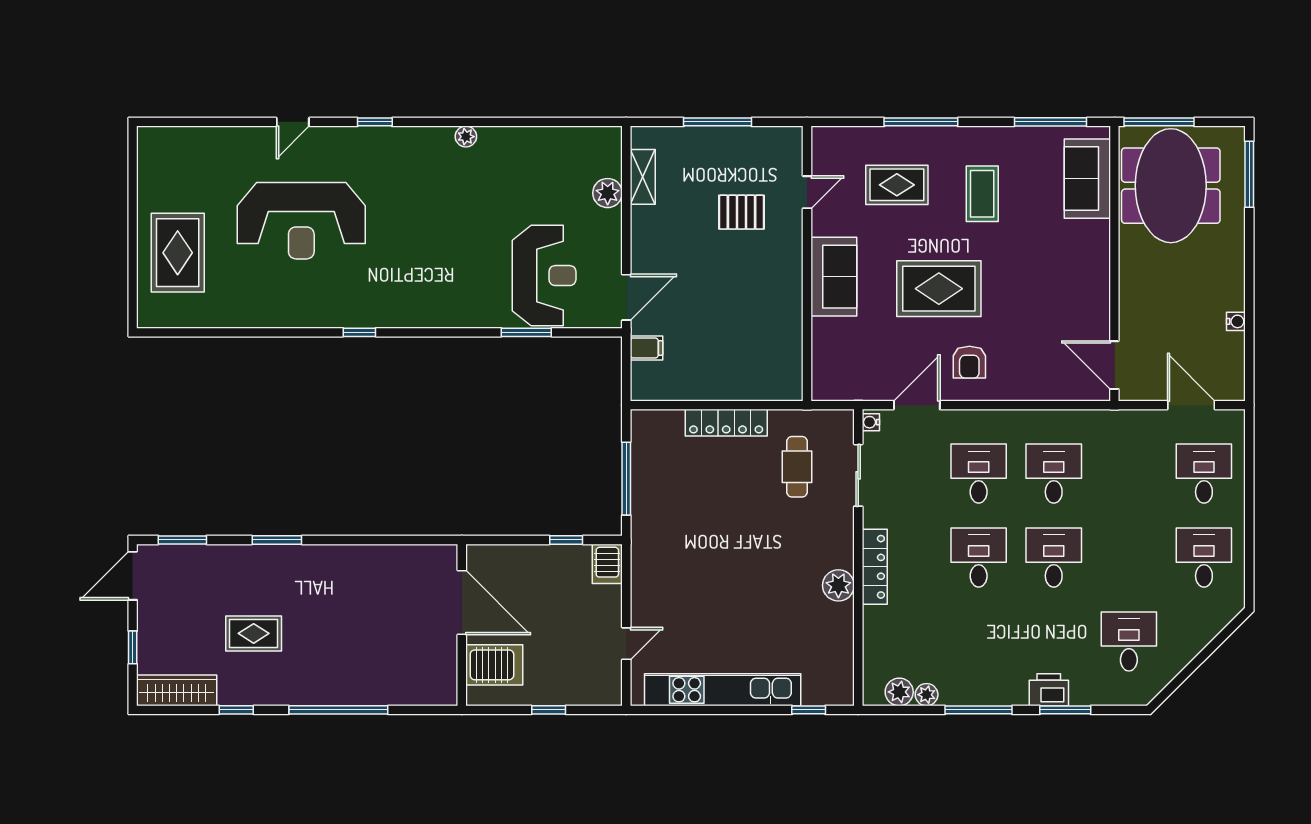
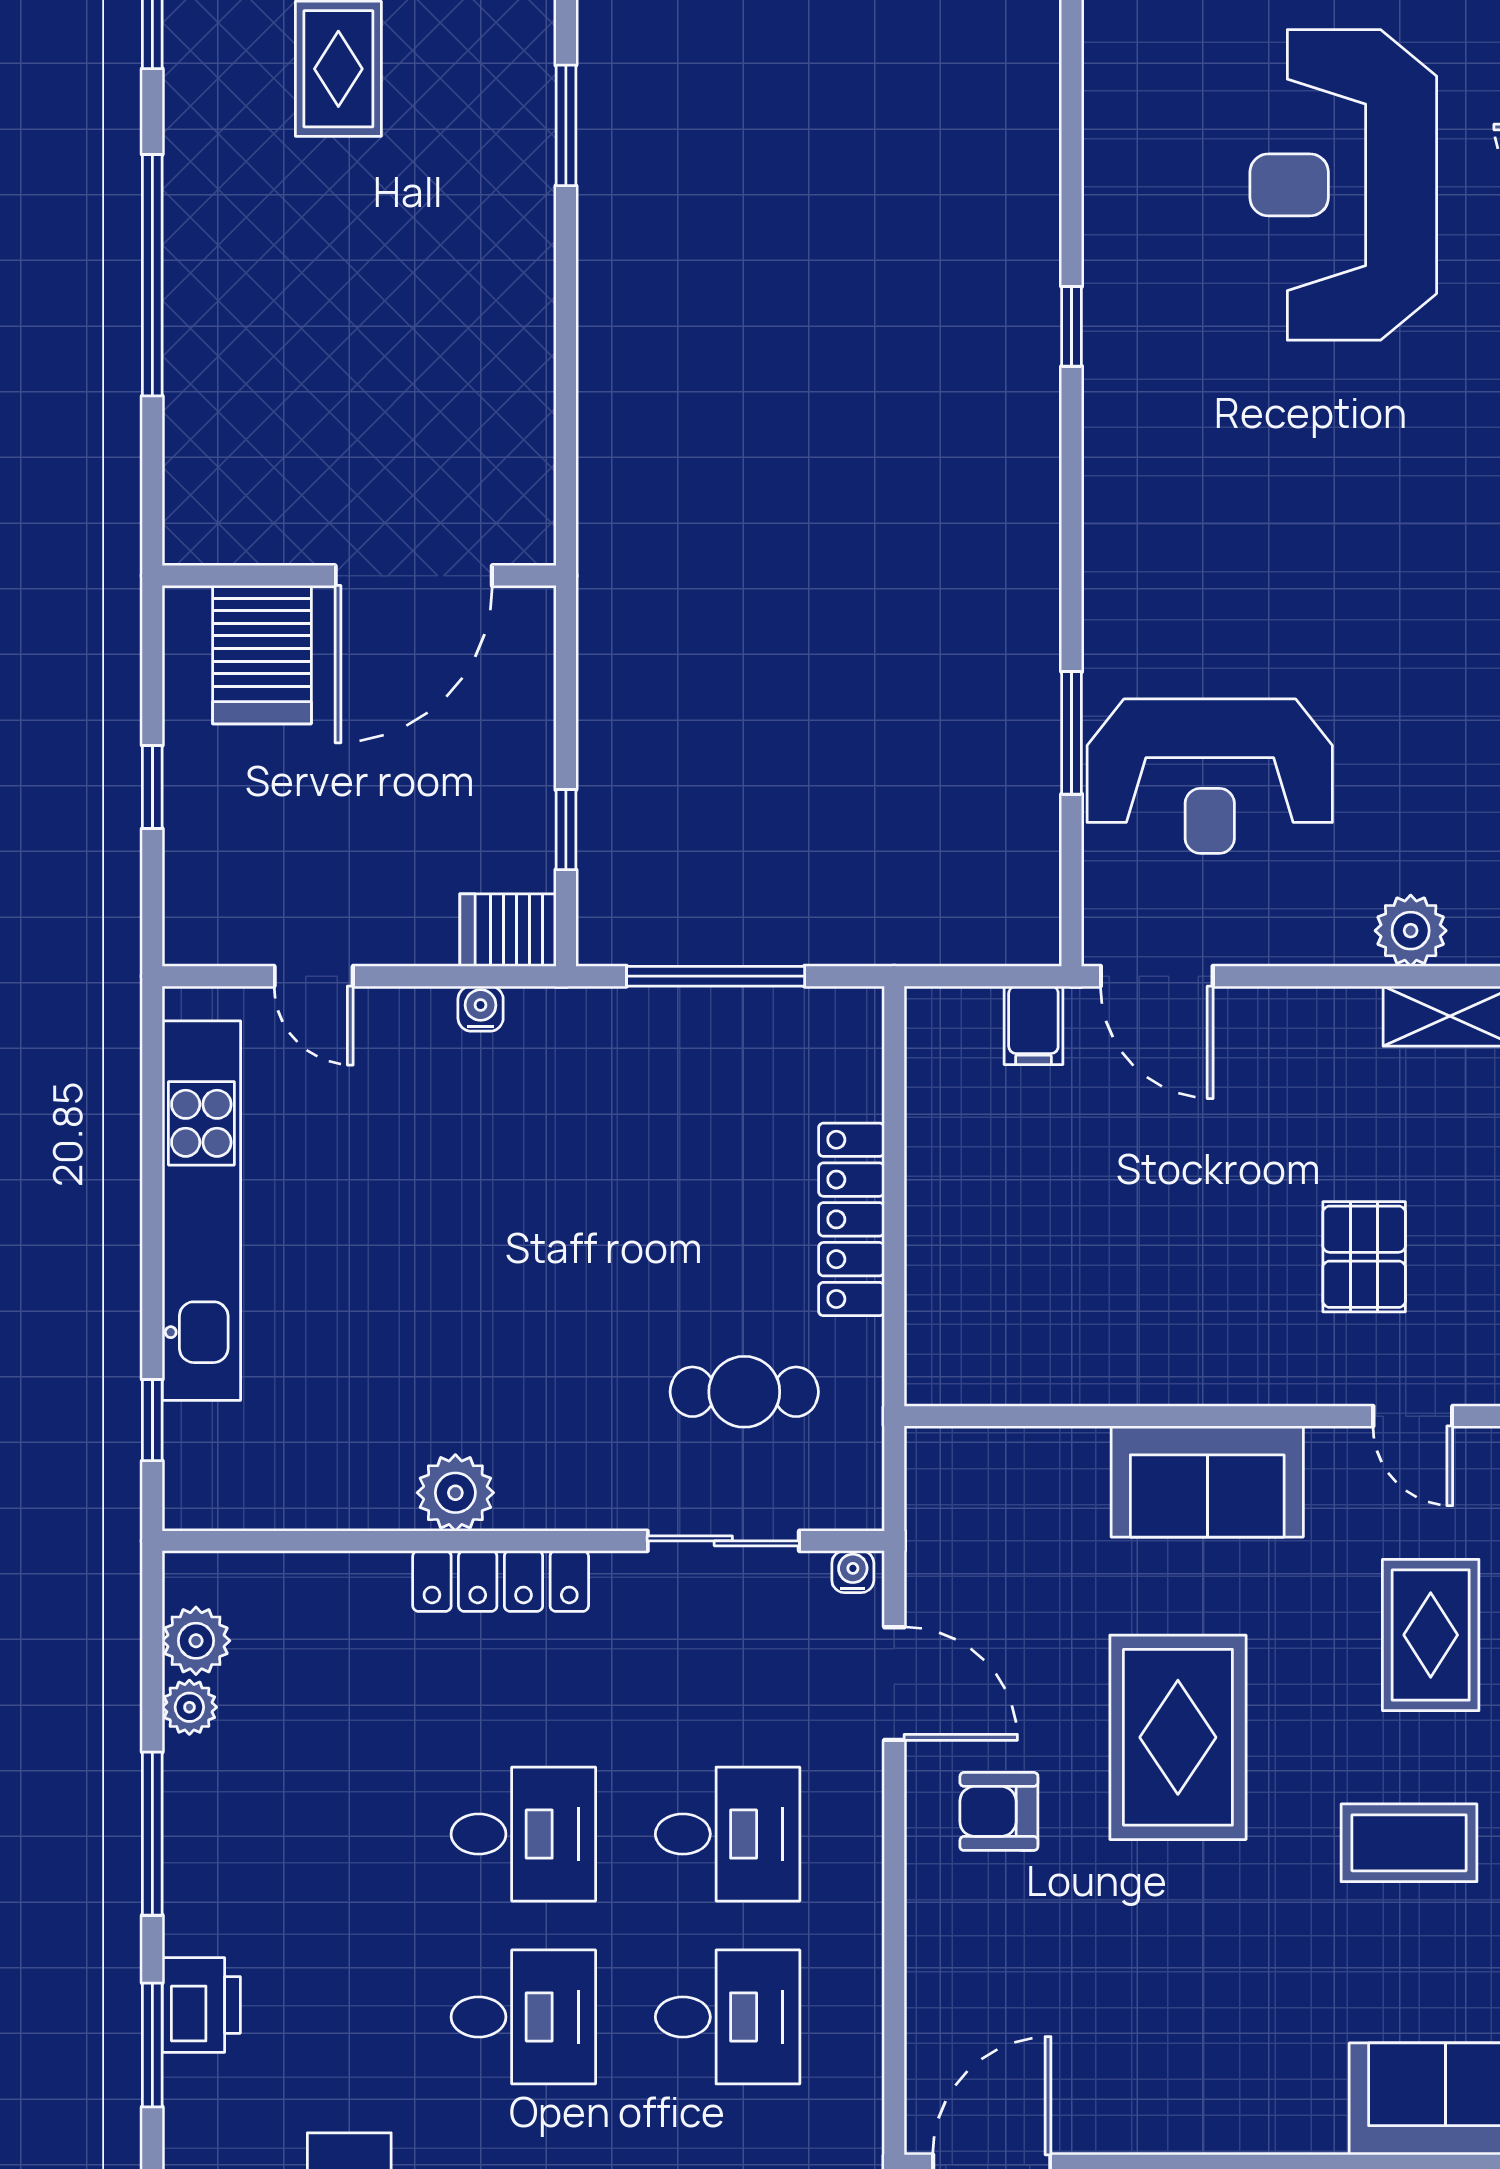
water cooler: (640, 575) -> (481, 1009), added

